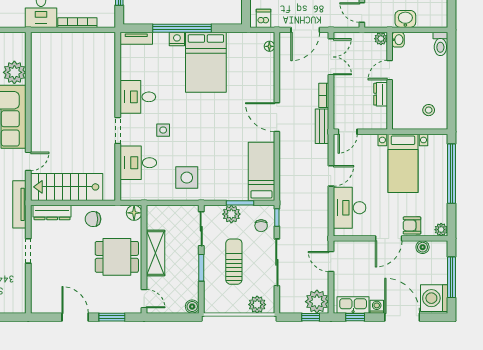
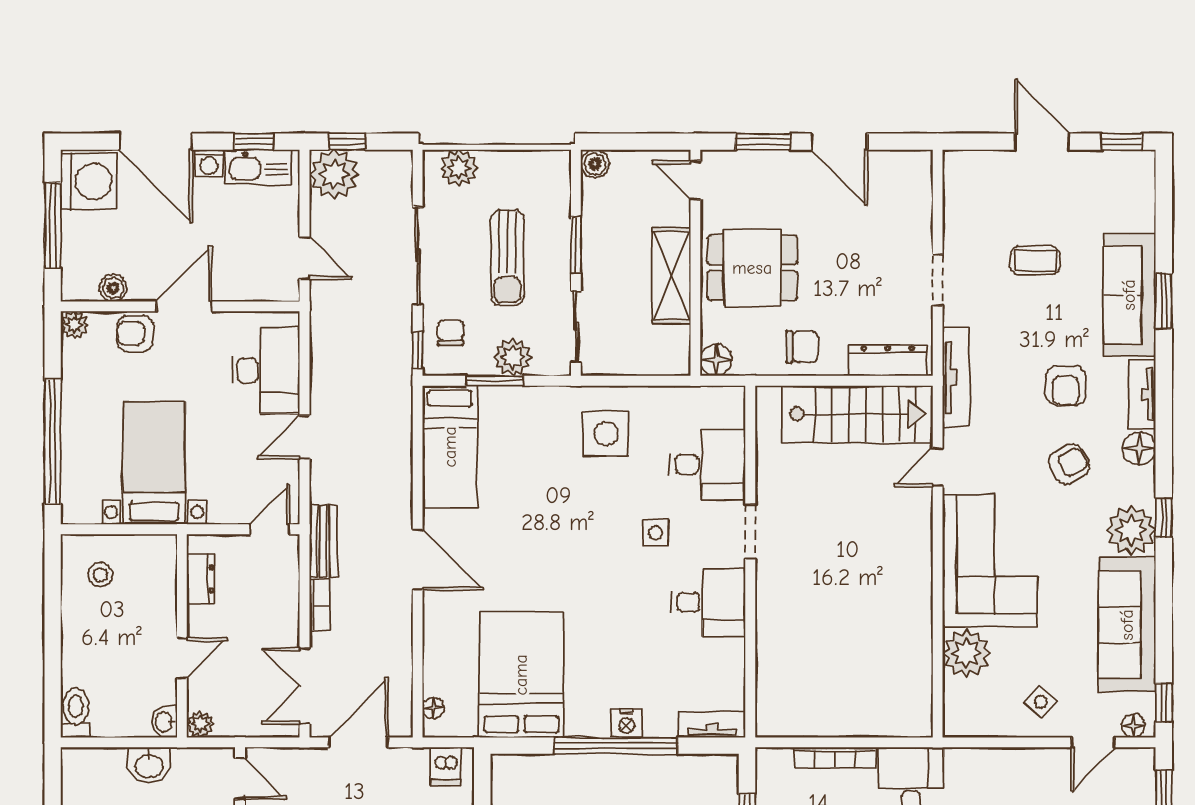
bed: (206, 62) -> (521, 675), moved
dresser: (381, 94) -> (201, 579), moved
armchair: (412, 225) -> (135, 333), turned 180

